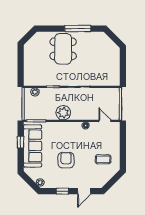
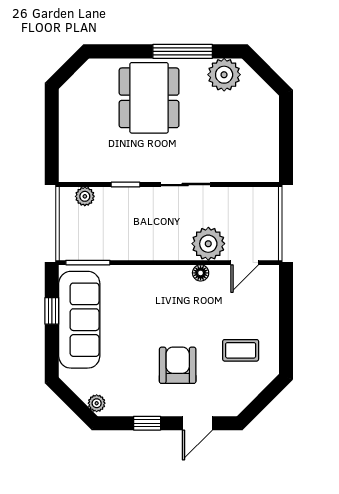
plant: (96, 39) -> (224, 75), added
plant: (63, 113) -> (208, 244), moved
door: (105, 121) -> (245, 263), swing flipped
armchair: (66, 160) -> (178, 365), moved

